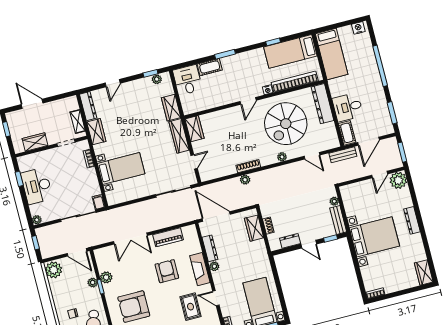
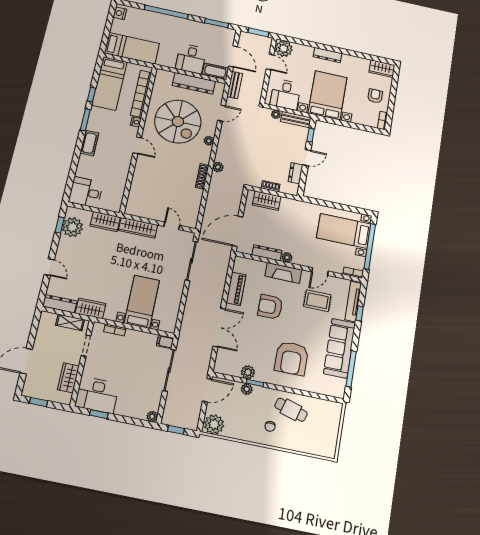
window: (225, 54) -> (85, 120), moved
cot: (210, 67) -> (89, 143), moved
plant: (157, 79) -> (72, 227), width x1.88, depth x1.88
dresser: (322, 104) -> (194, 83), moved
wardrobe: (194, 129) -> (138, 209), removed
plant: (245, 180) -> (218, 167), moved
desk: (37, 186) -> (97, 395), moved
desk: (357, 201) -> (286, 94), added
armchair: (395, 277) -> (375, 96), added

